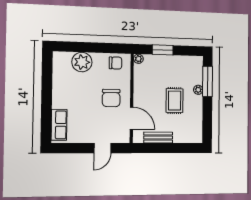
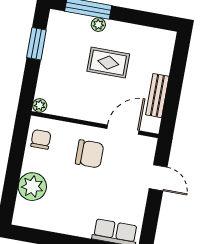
window: (163, 50) -> (36, 44), moved

